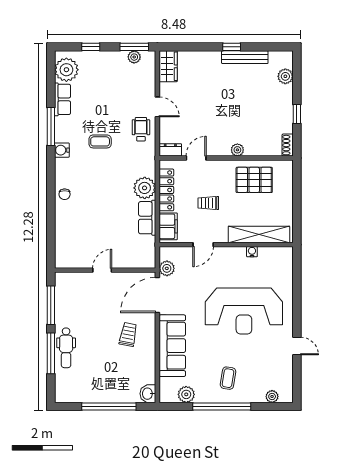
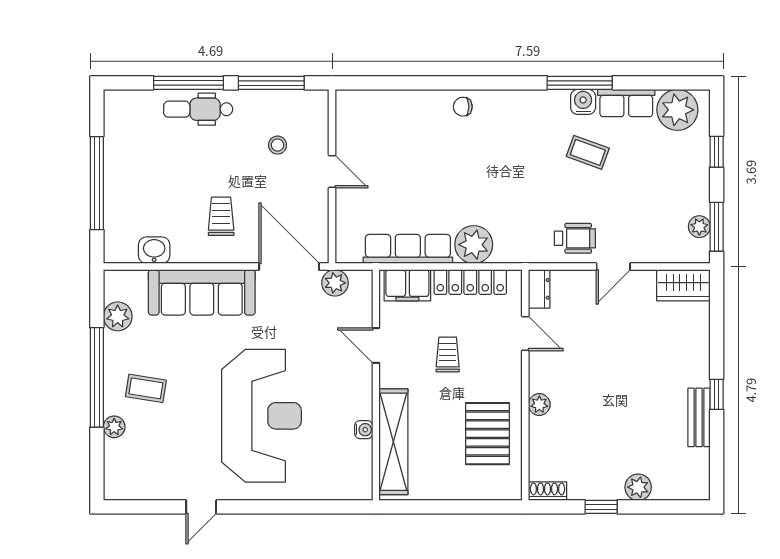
bench: (245, 57) -> (699, 417), width x0.73
plant: (285, 76) -> (638, 487), moved
coffee table: (100, 141) -> (588, 152), moved, turned -70
water cooler: (62, 150) -> (583, 102), moved
row of seats: (147, 218) -> (408, 249), width x1.48
stool: (87, 302) -> (278, 145), added
reception desk: (244, 311) -> (261, 416), turned 180
trolley: (128, 334) -> (221, 216), turned -101
washbasin: (148, 394) -> (154, 250), moved
plant: (272, 396) -> (114, 427), moved

